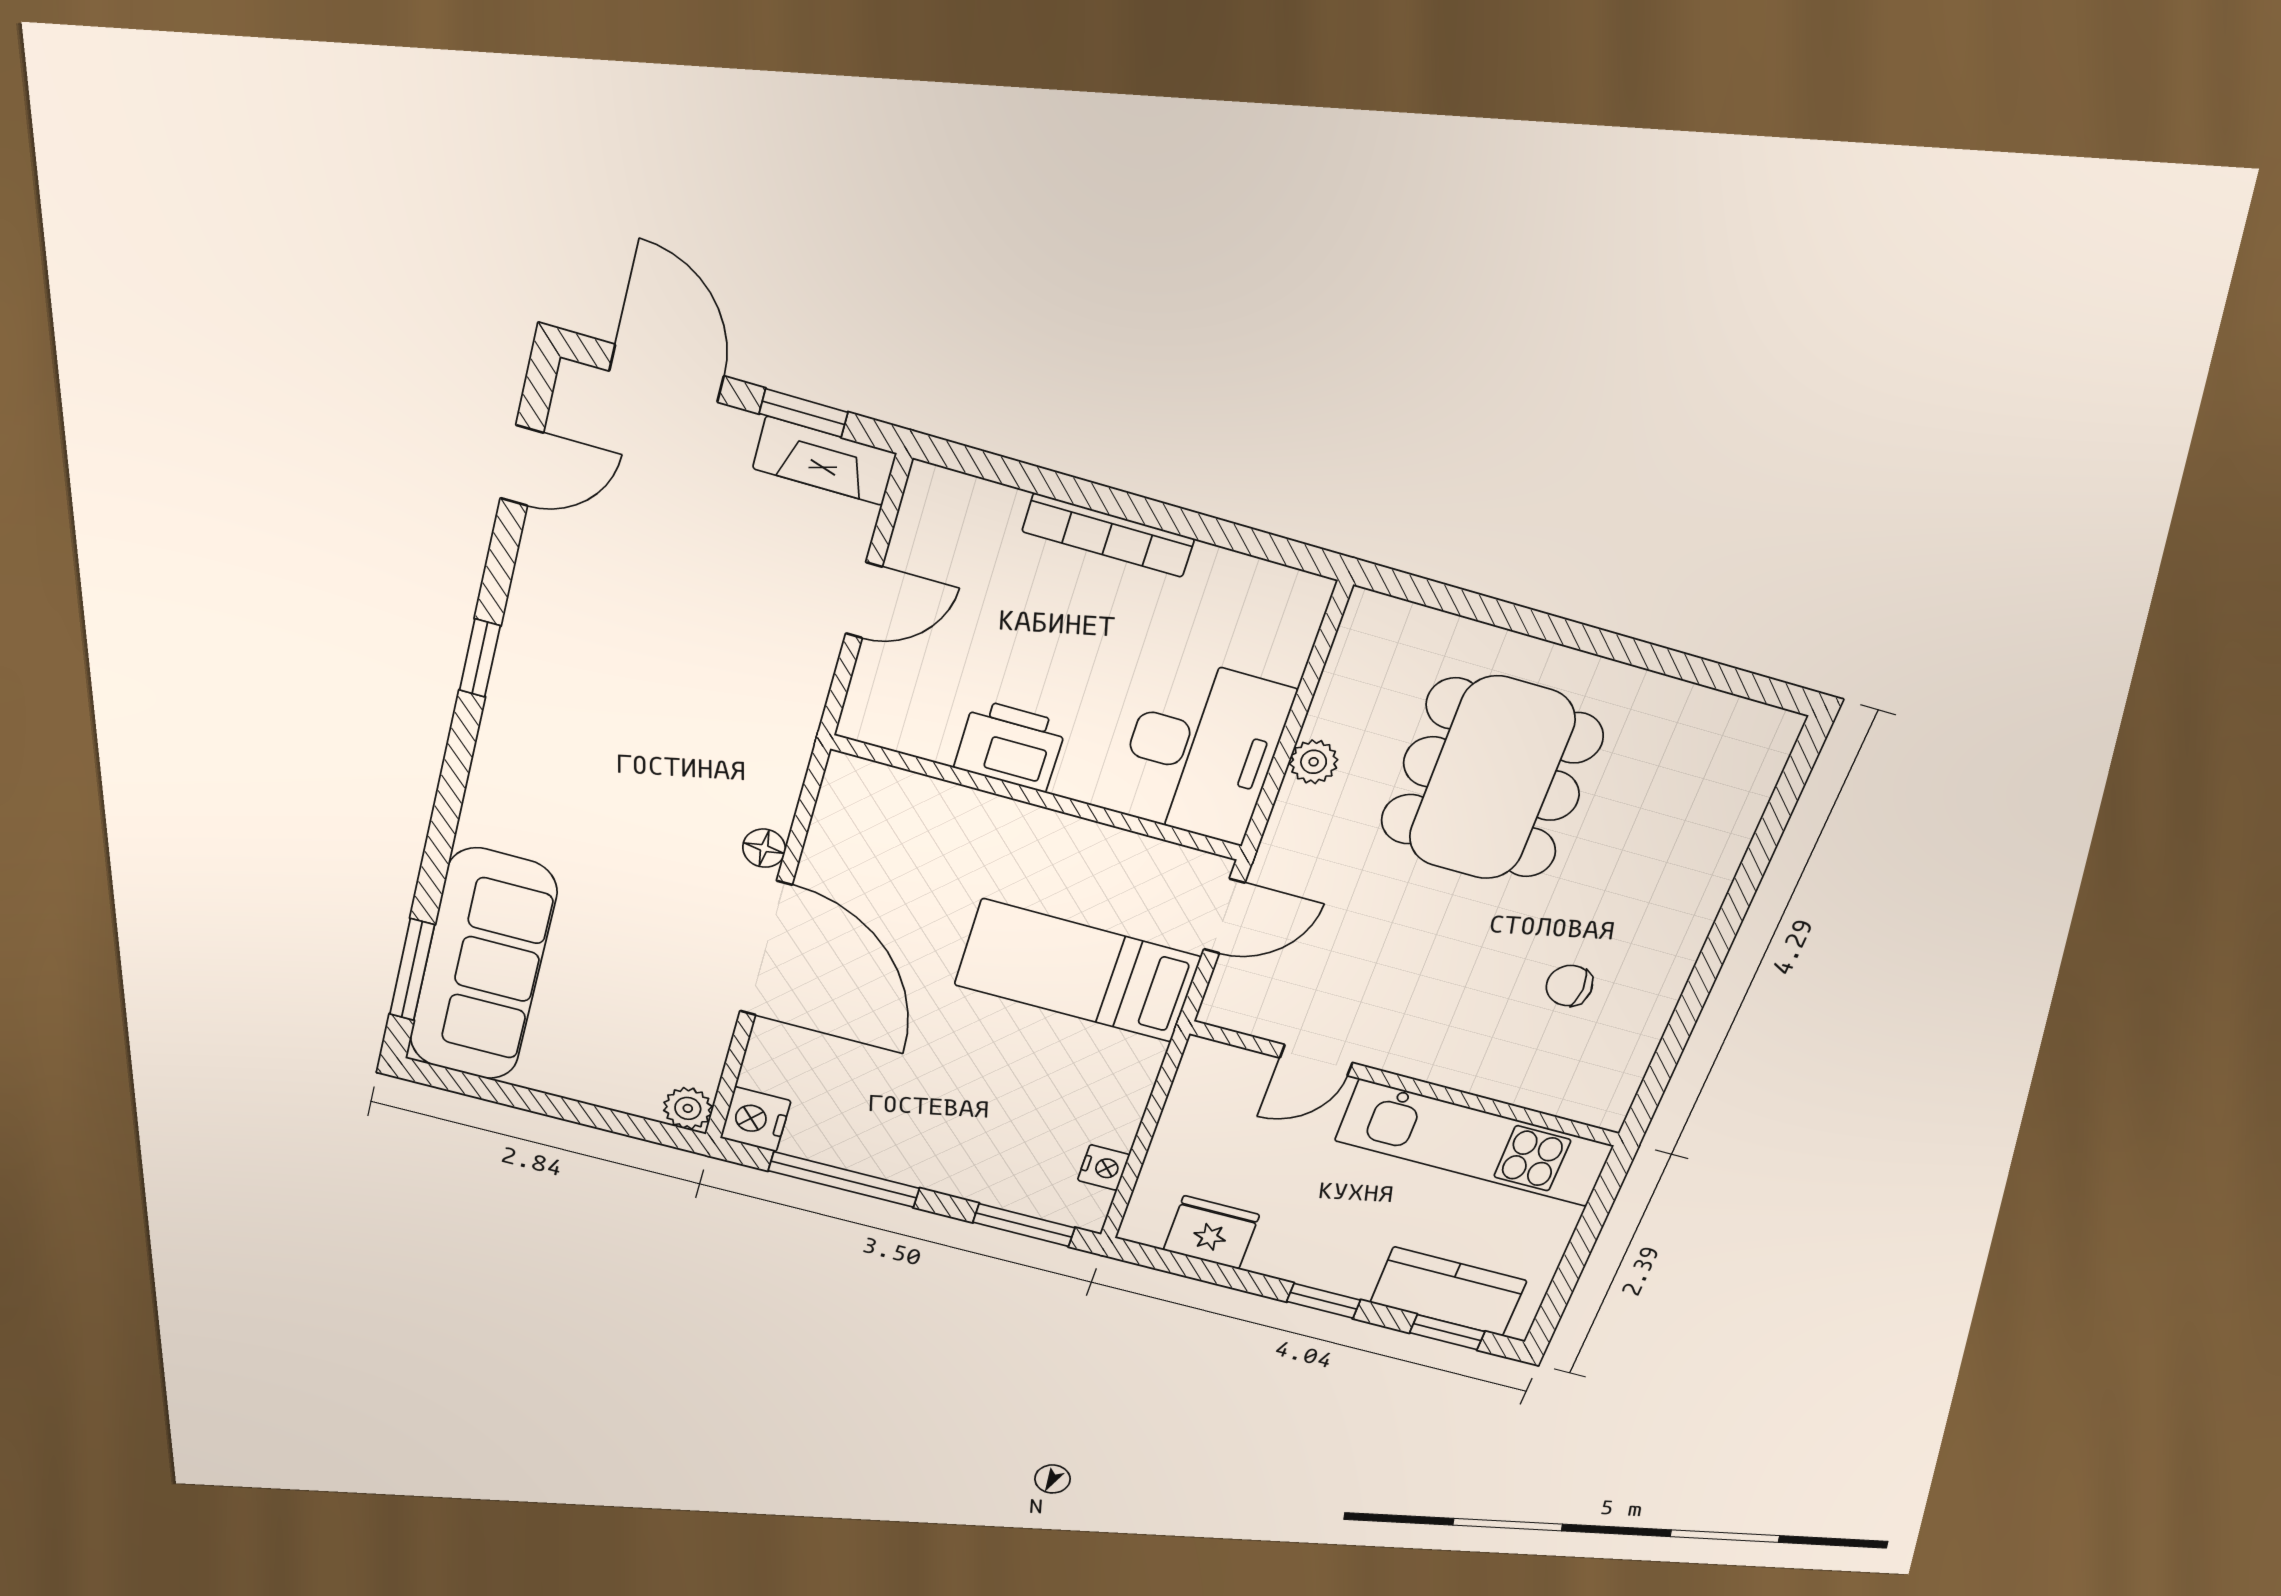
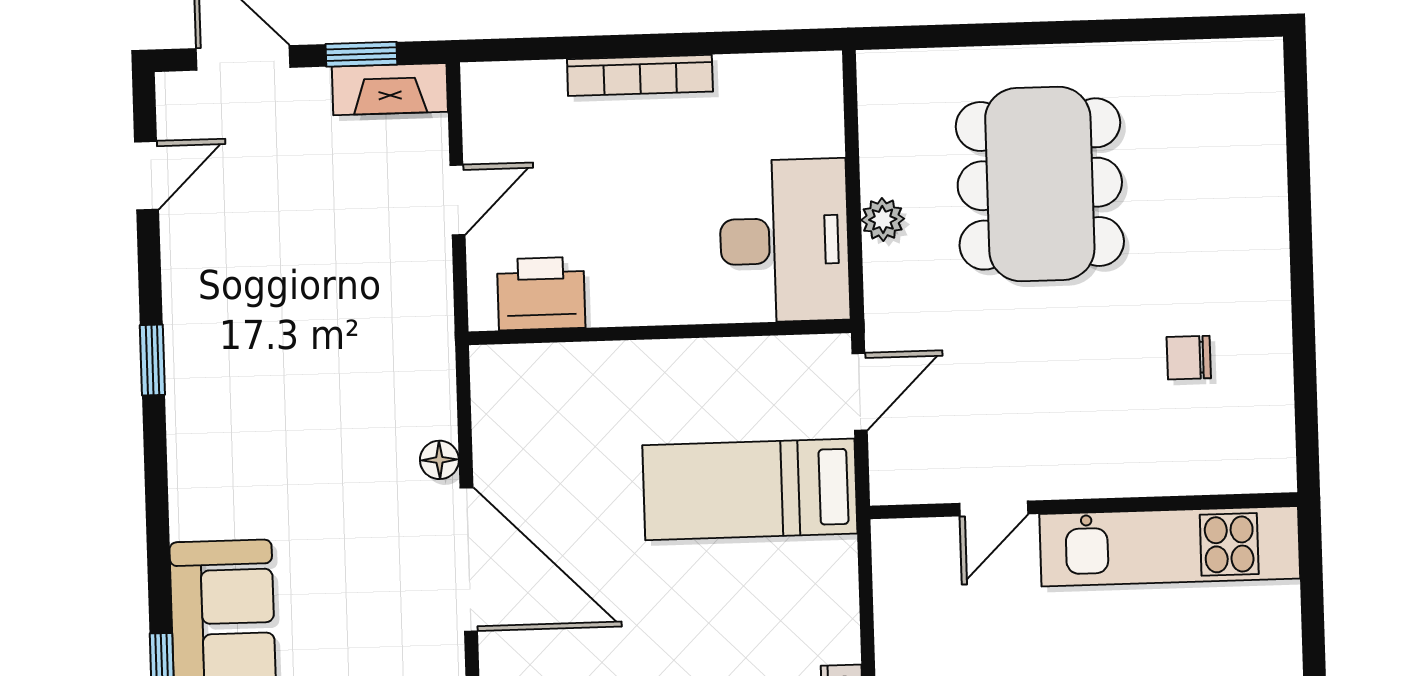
printer: (1010, 746) -> (541, 294), moved

